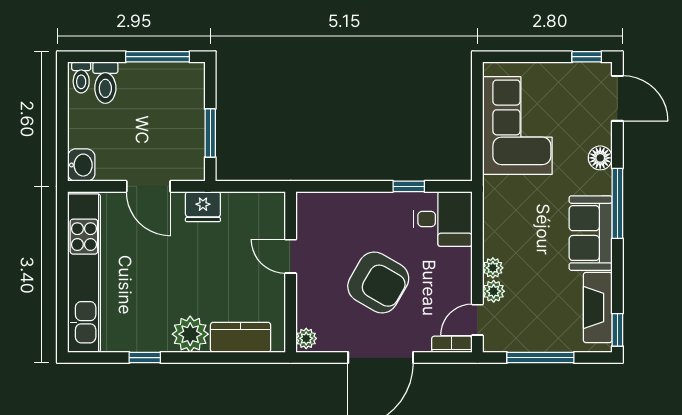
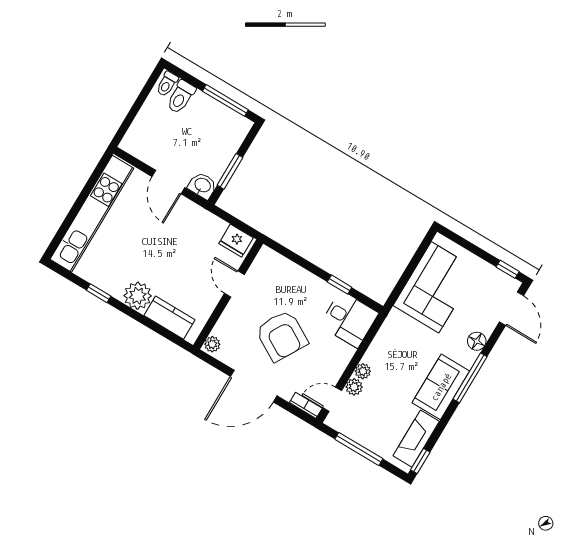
washbasin: (81, 165) -> (202, 186), moved, turned -90
fridge: (203, 207) -> (236, 241), moved

